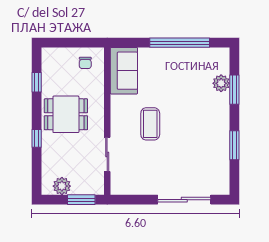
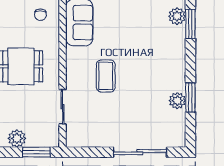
plant: (221, 83) -> (177, 16), moved
window: (234, 90) -> (190, 24), moved
plant: (221, 148) -> (177, 101), added

